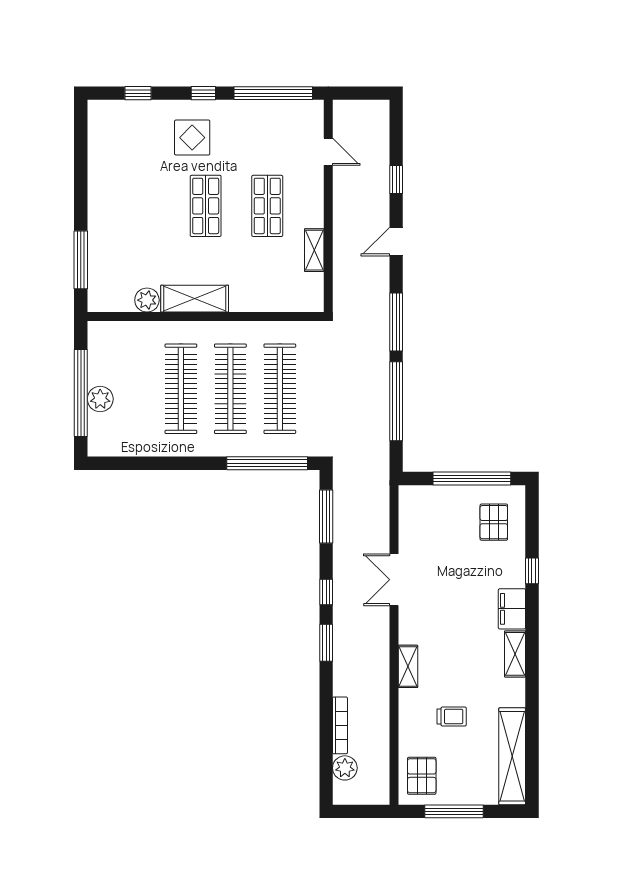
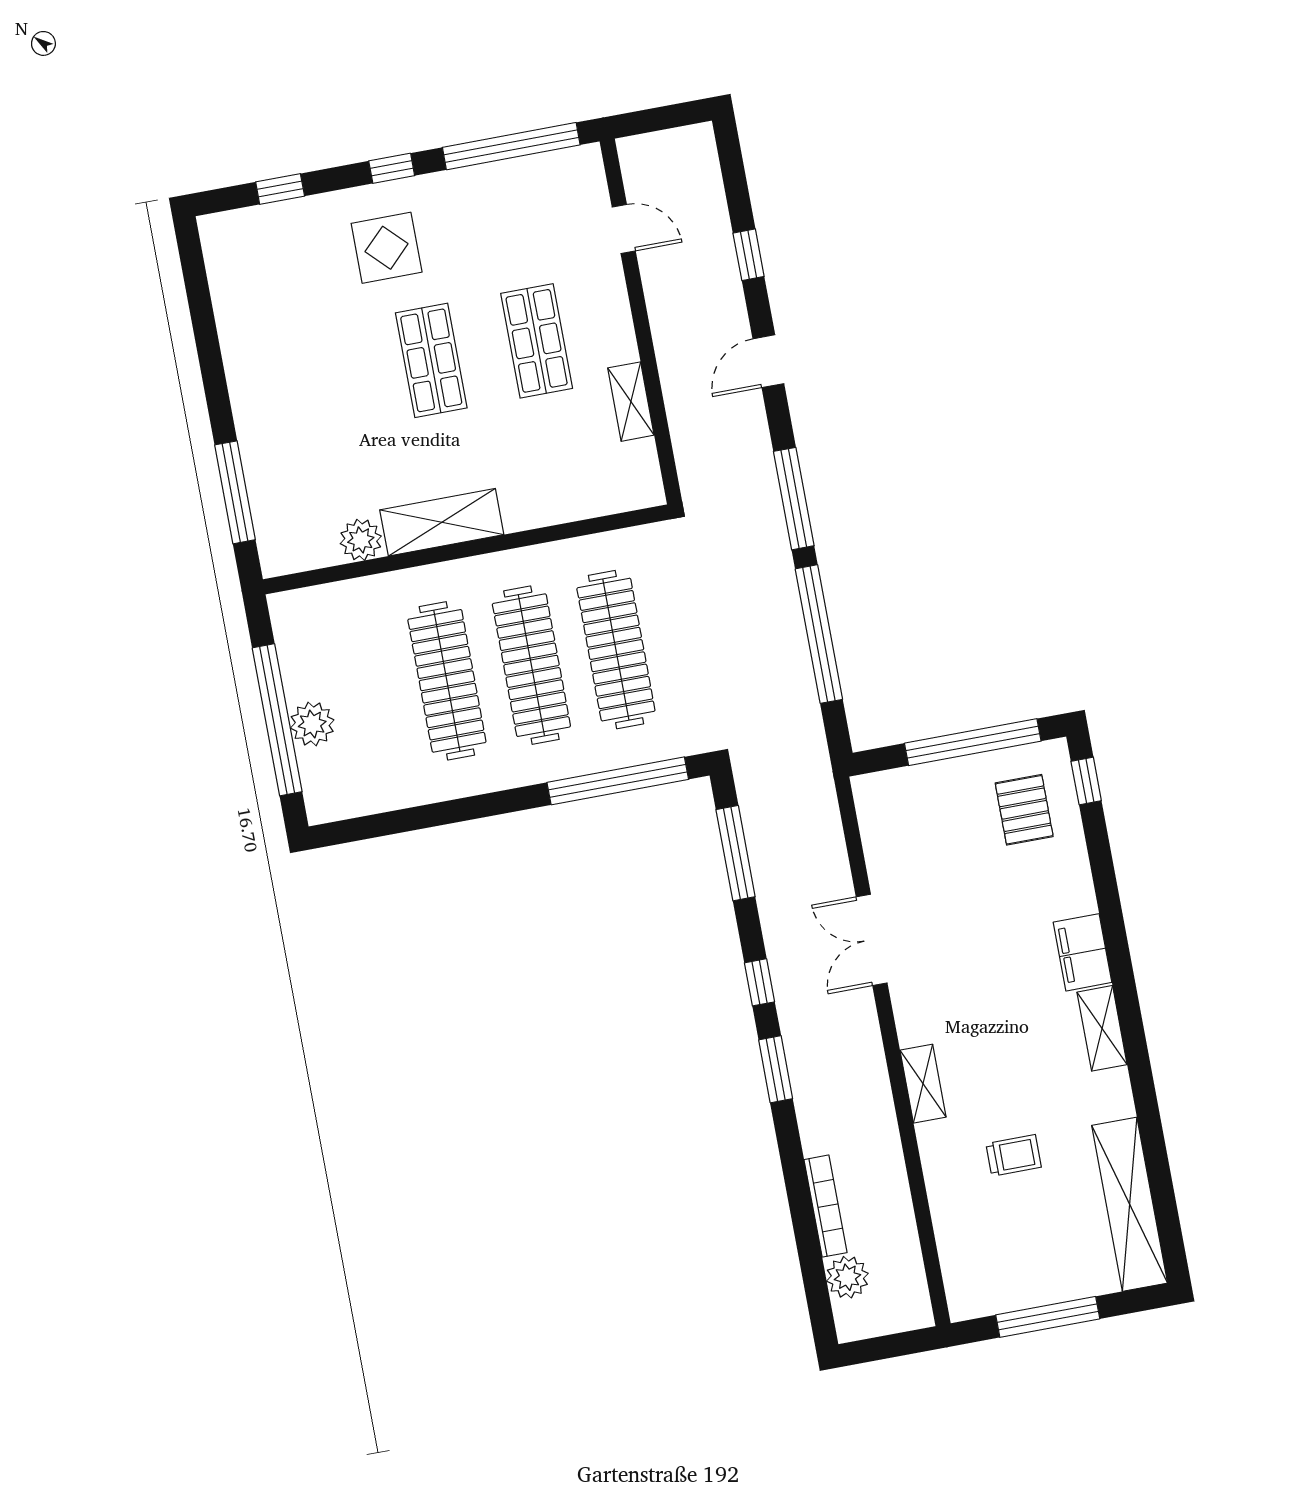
window: (532, 571) -> (1086, 781), moved
pallet: (422, 776) -> (981, 1266), removed

